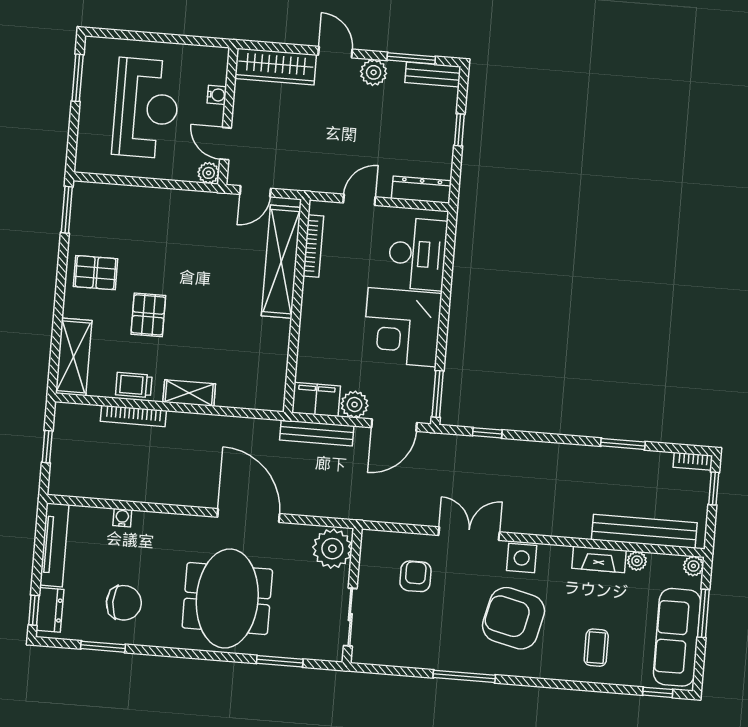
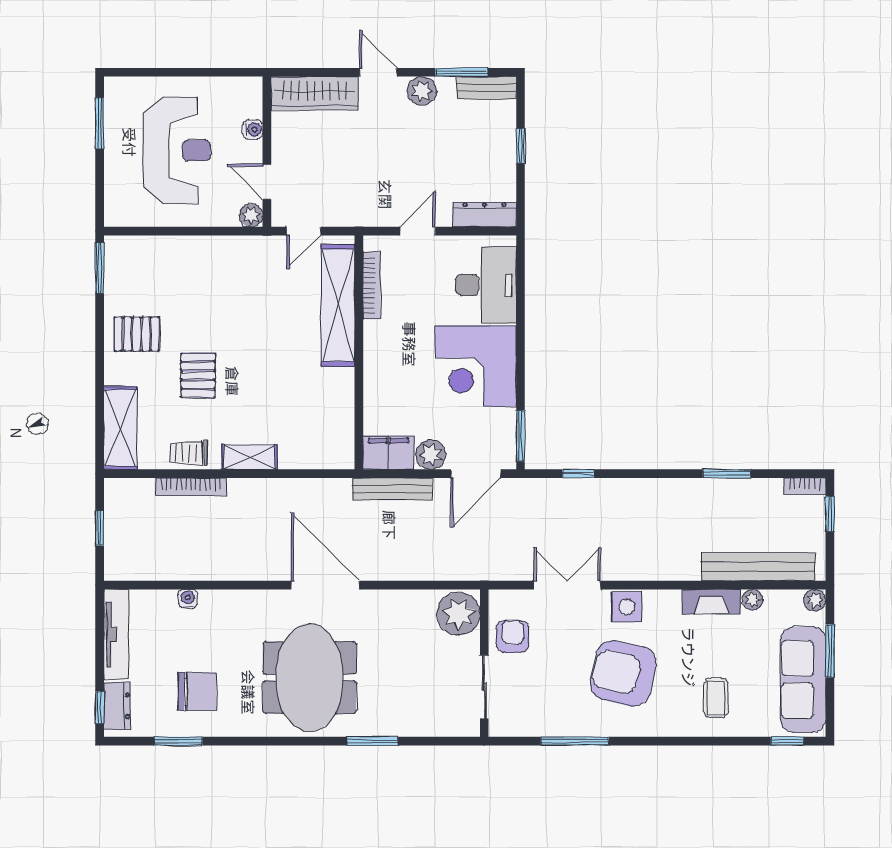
plant: (332, 549) -> (459, 614), moved
wall: (352, 596) -> (484, 663), moved
sliding door: (350, 617) -> (484, 687), moved

